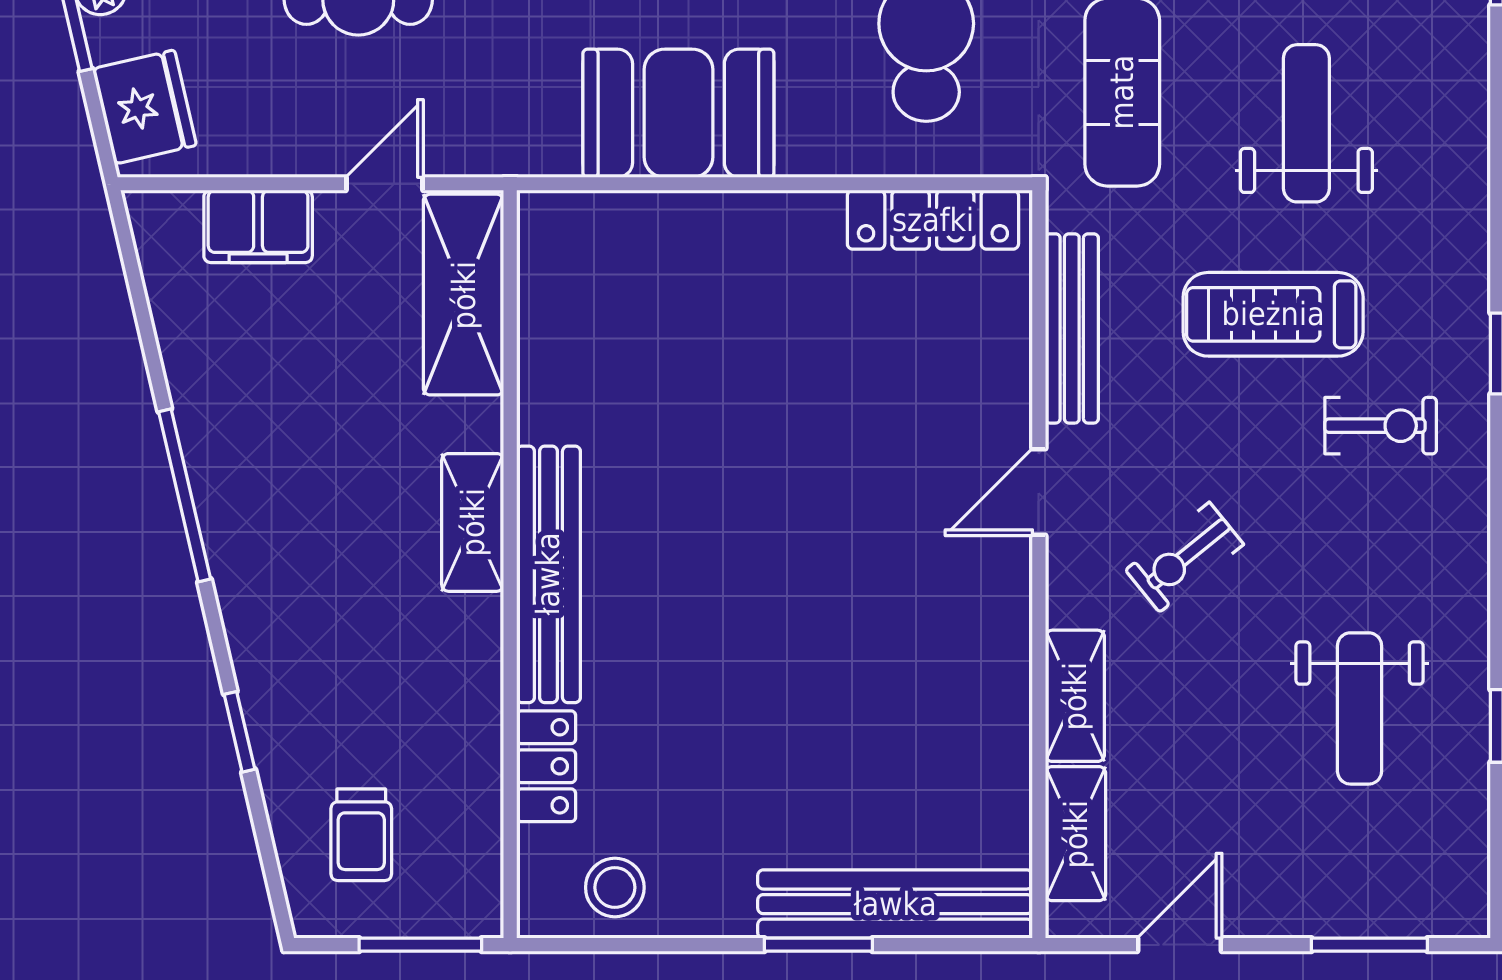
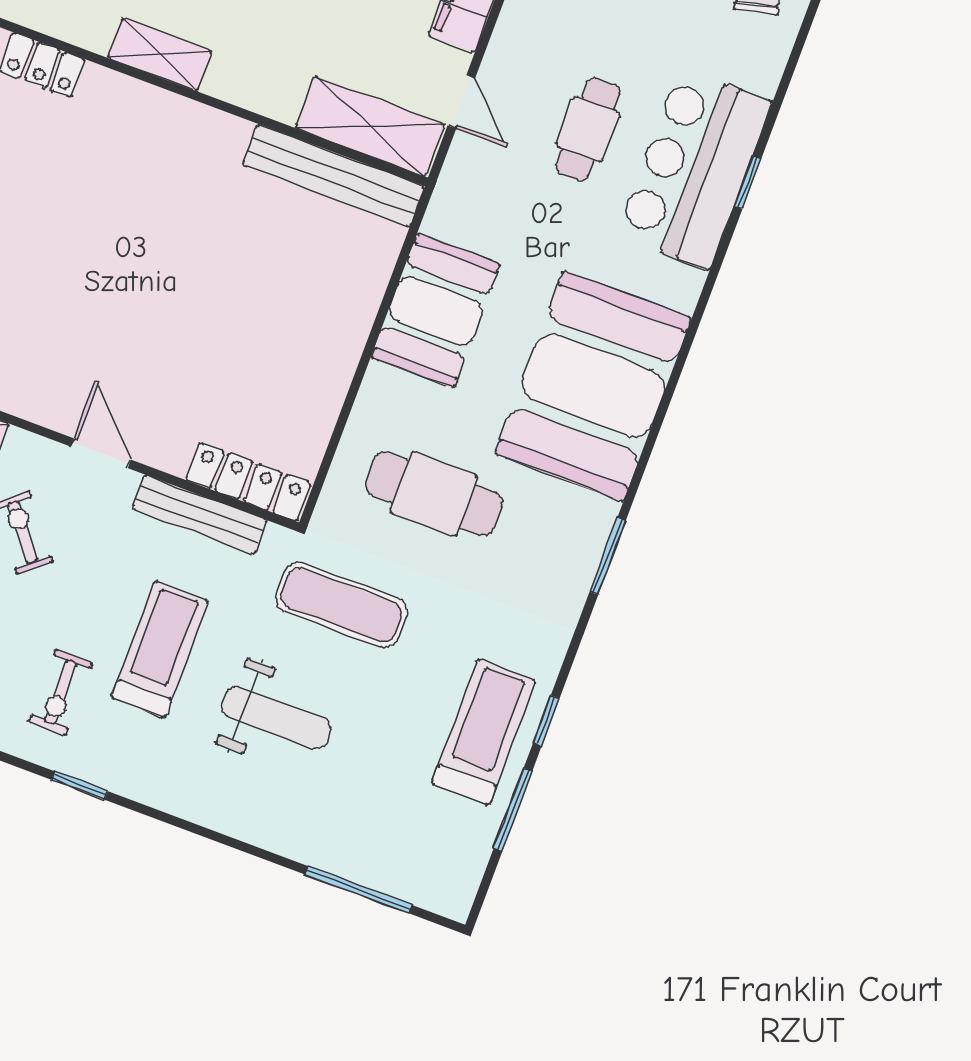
locker: (933, 220) -> (248, 482), moved, turned 90
shelving: (473, 522) -> (160, 54), moved
bench: (548, 574) -> (334, 176), moved

